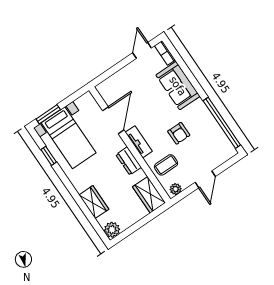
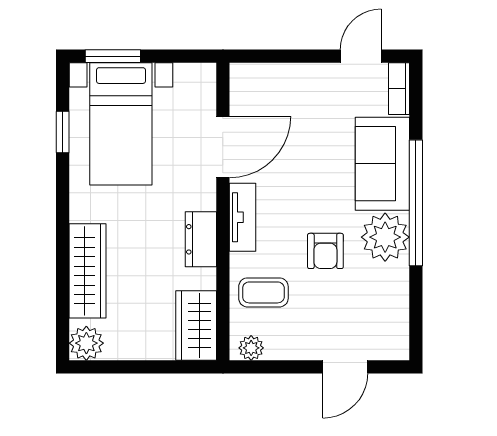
plant: (198, 113) -> (385, 237), added
window: (222, 123) -> (416, 203), moved
door: (205, 179) -> (345, 367), moved
wardrobe: (94, 202) -> (87, 271), width x1.50

